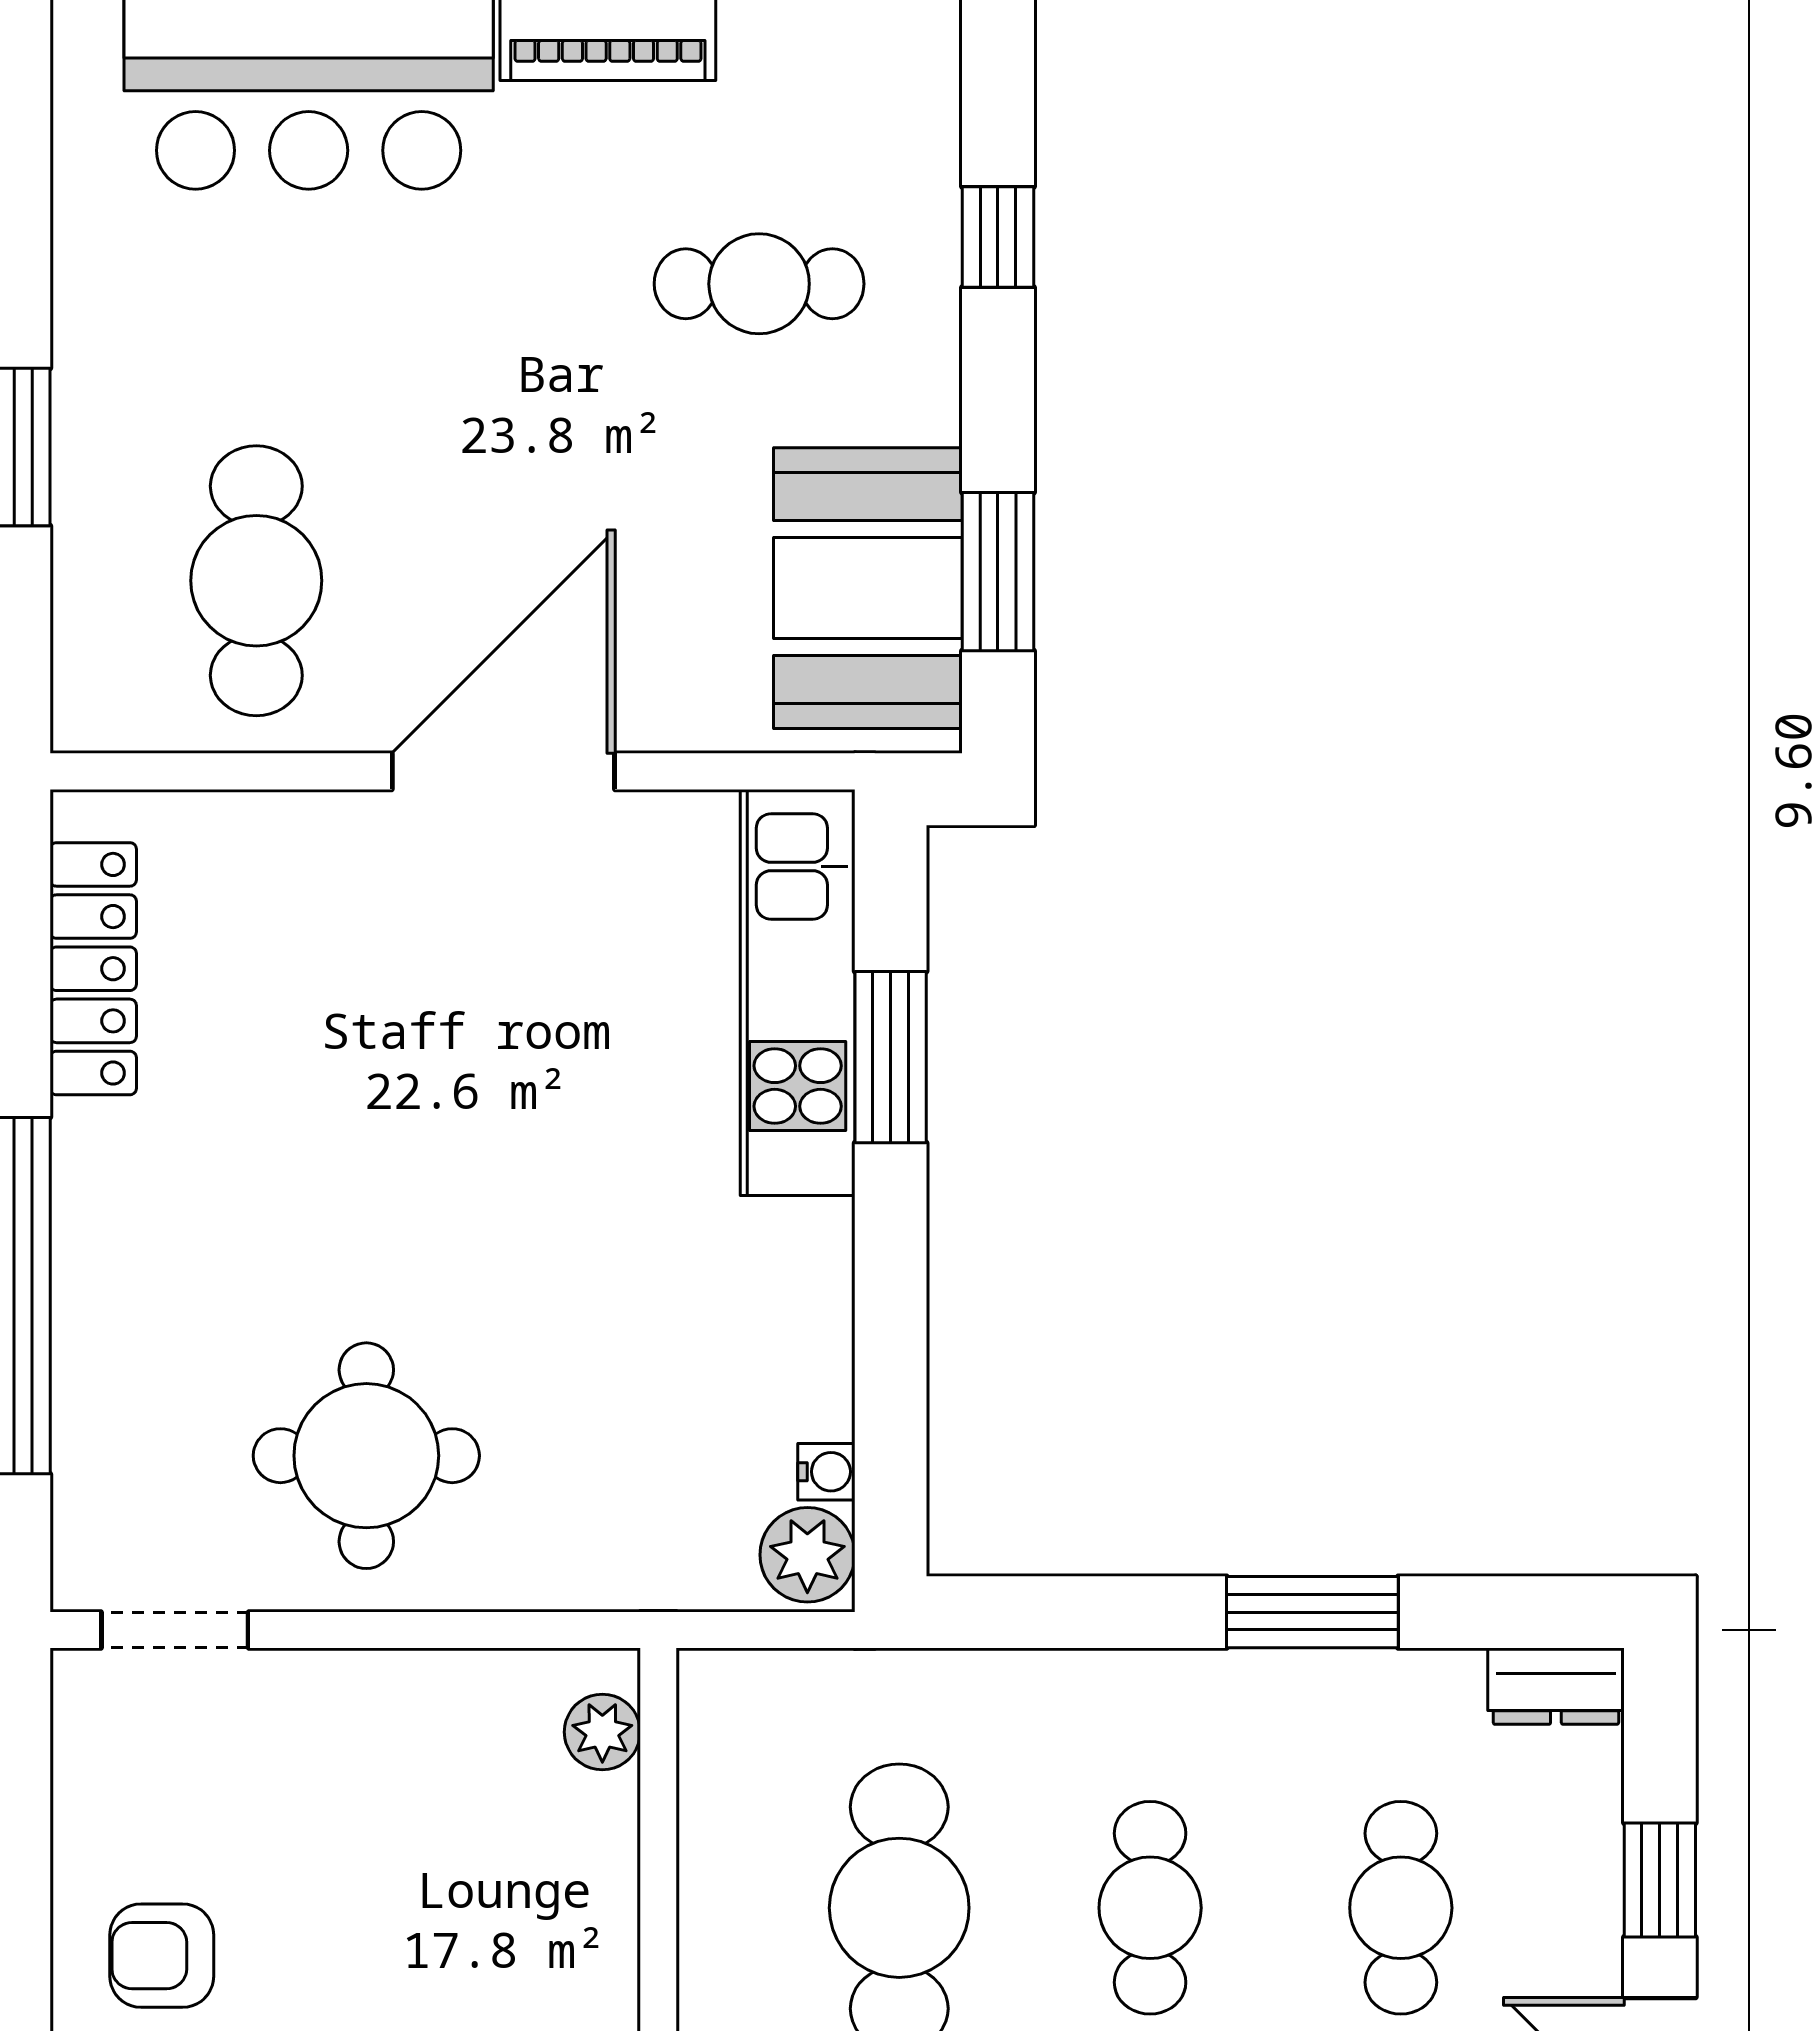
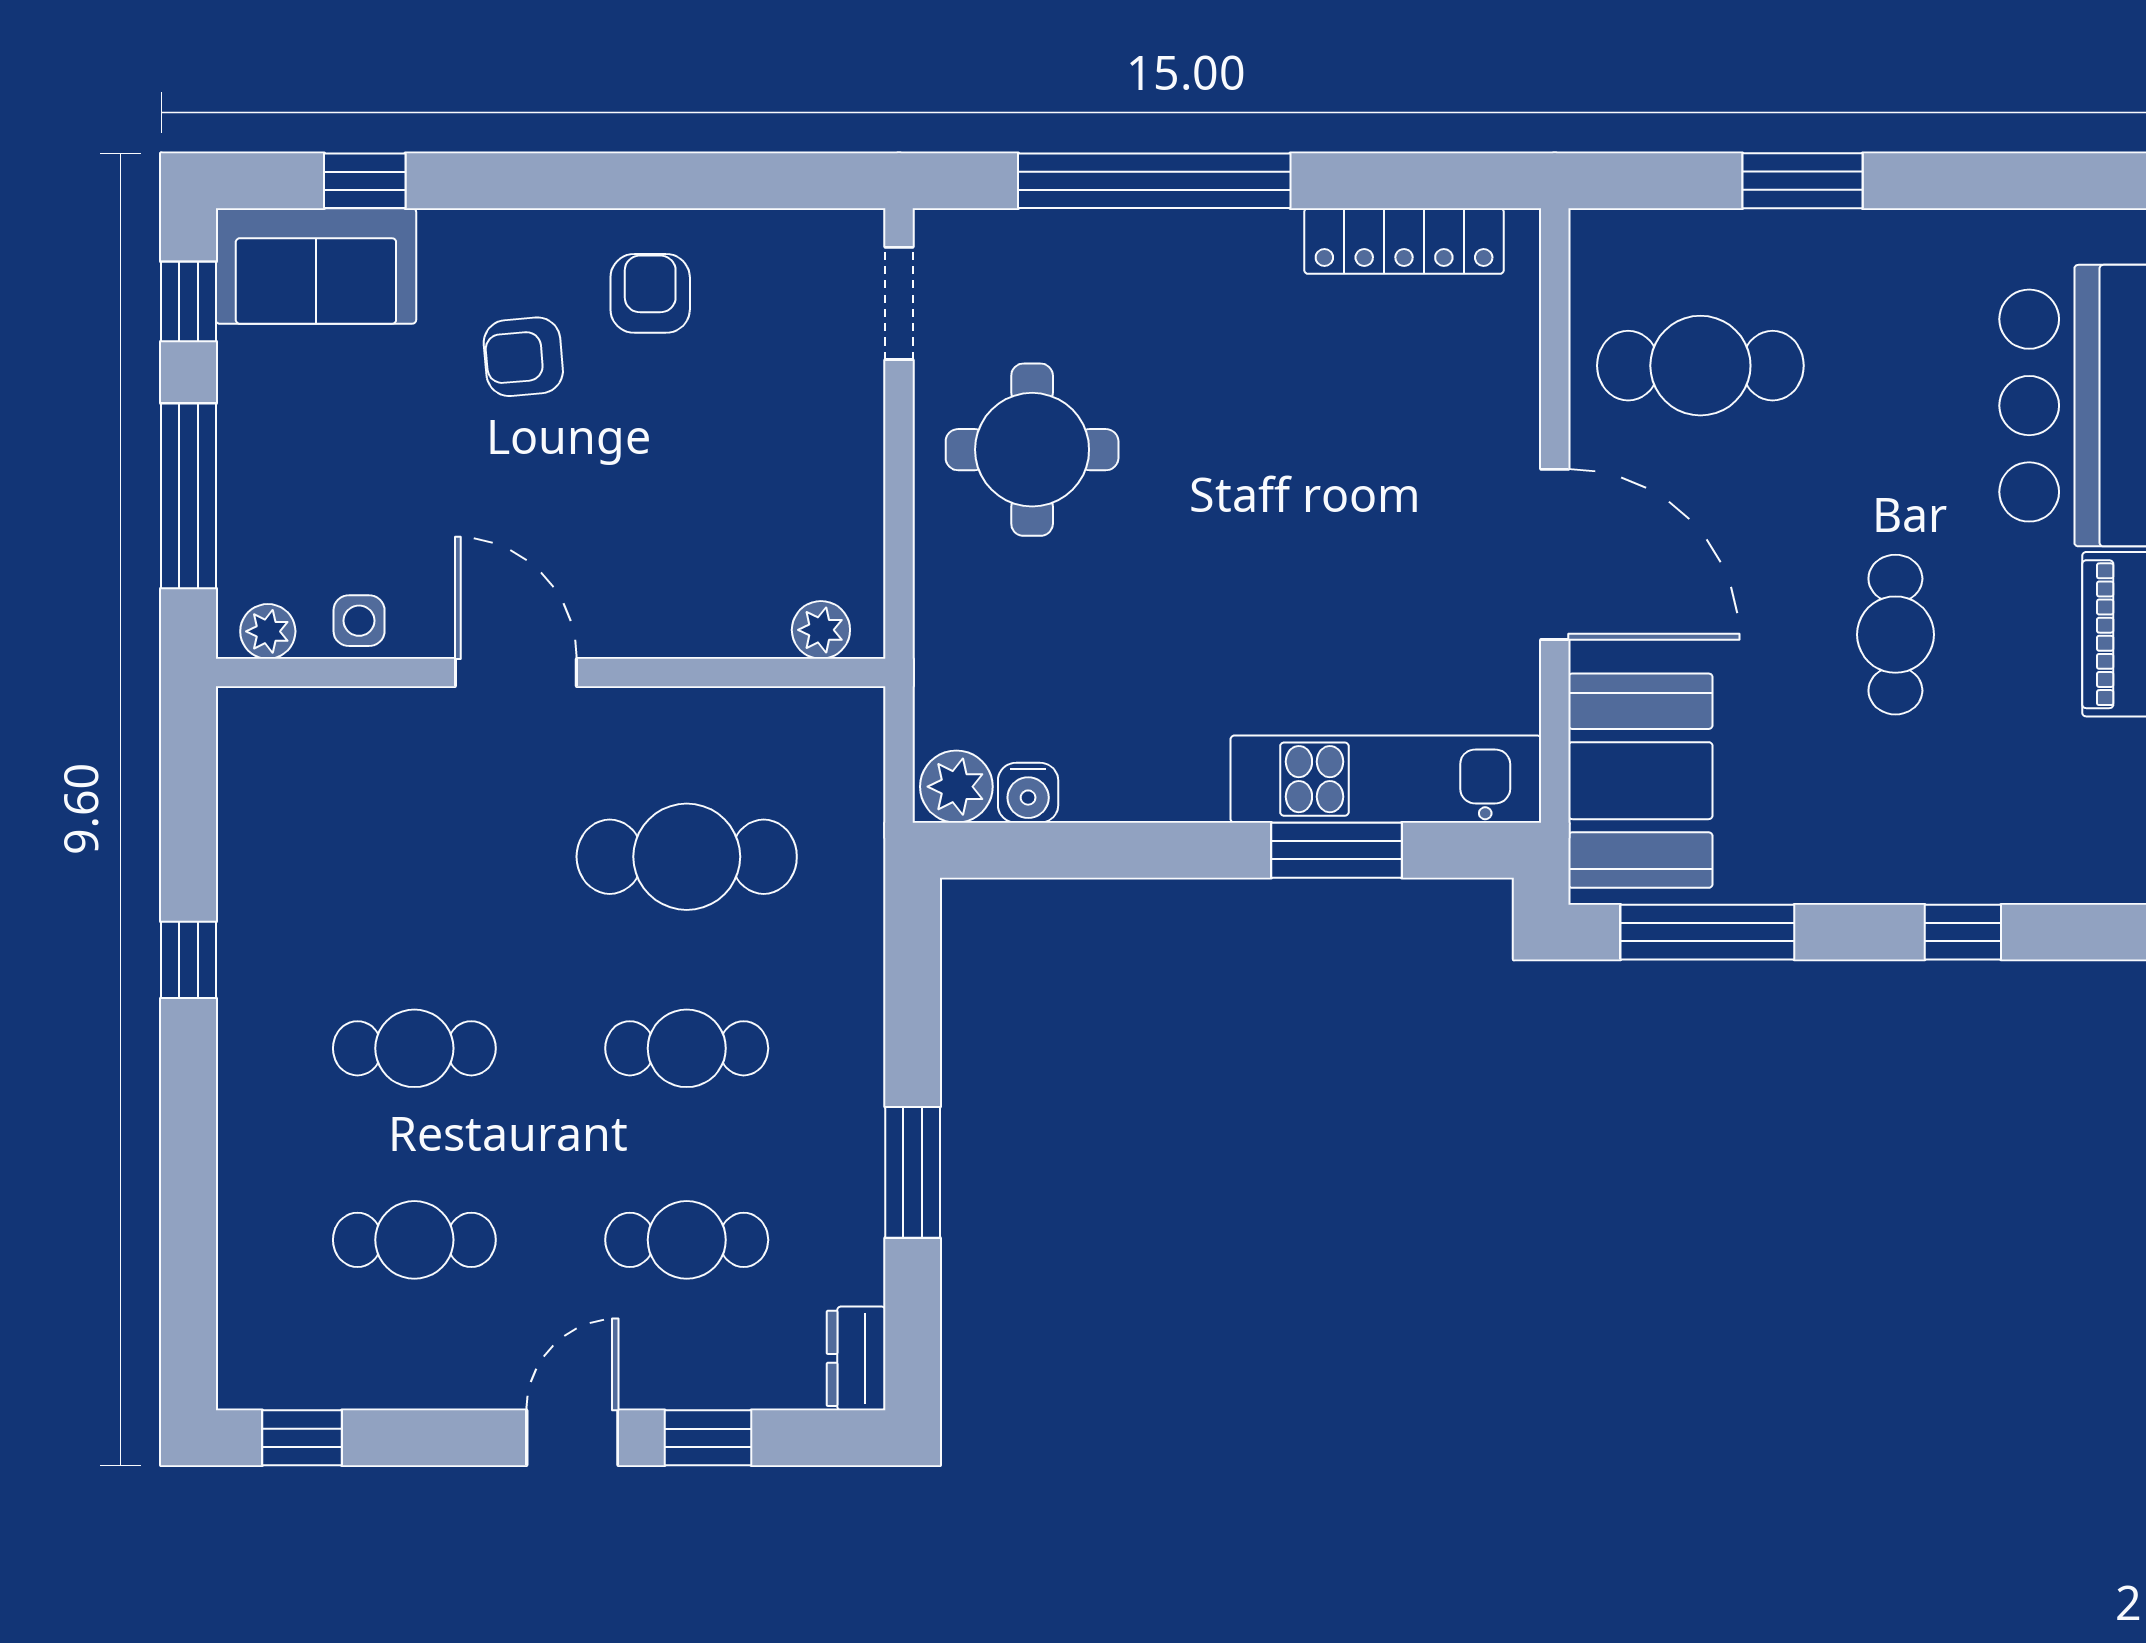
cafe table: (759, 284) -> (1895, 635), moved
window: (998, 572) -> (1707, 932), width x1.44
booth: (868, 588) -> (1640, 781), moved, turned 90
water cooler: (826, 1472) -> (1028, 793), width x1.38, depth x1.38

